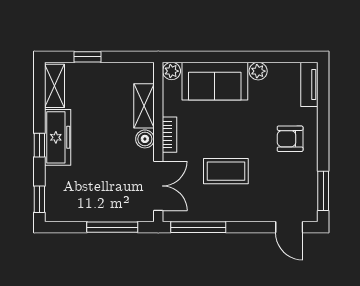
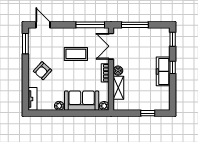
shelving: (54, 86) -> (165, 98), removed
armchair: (290, 139) -> (43, 71), turned 132

